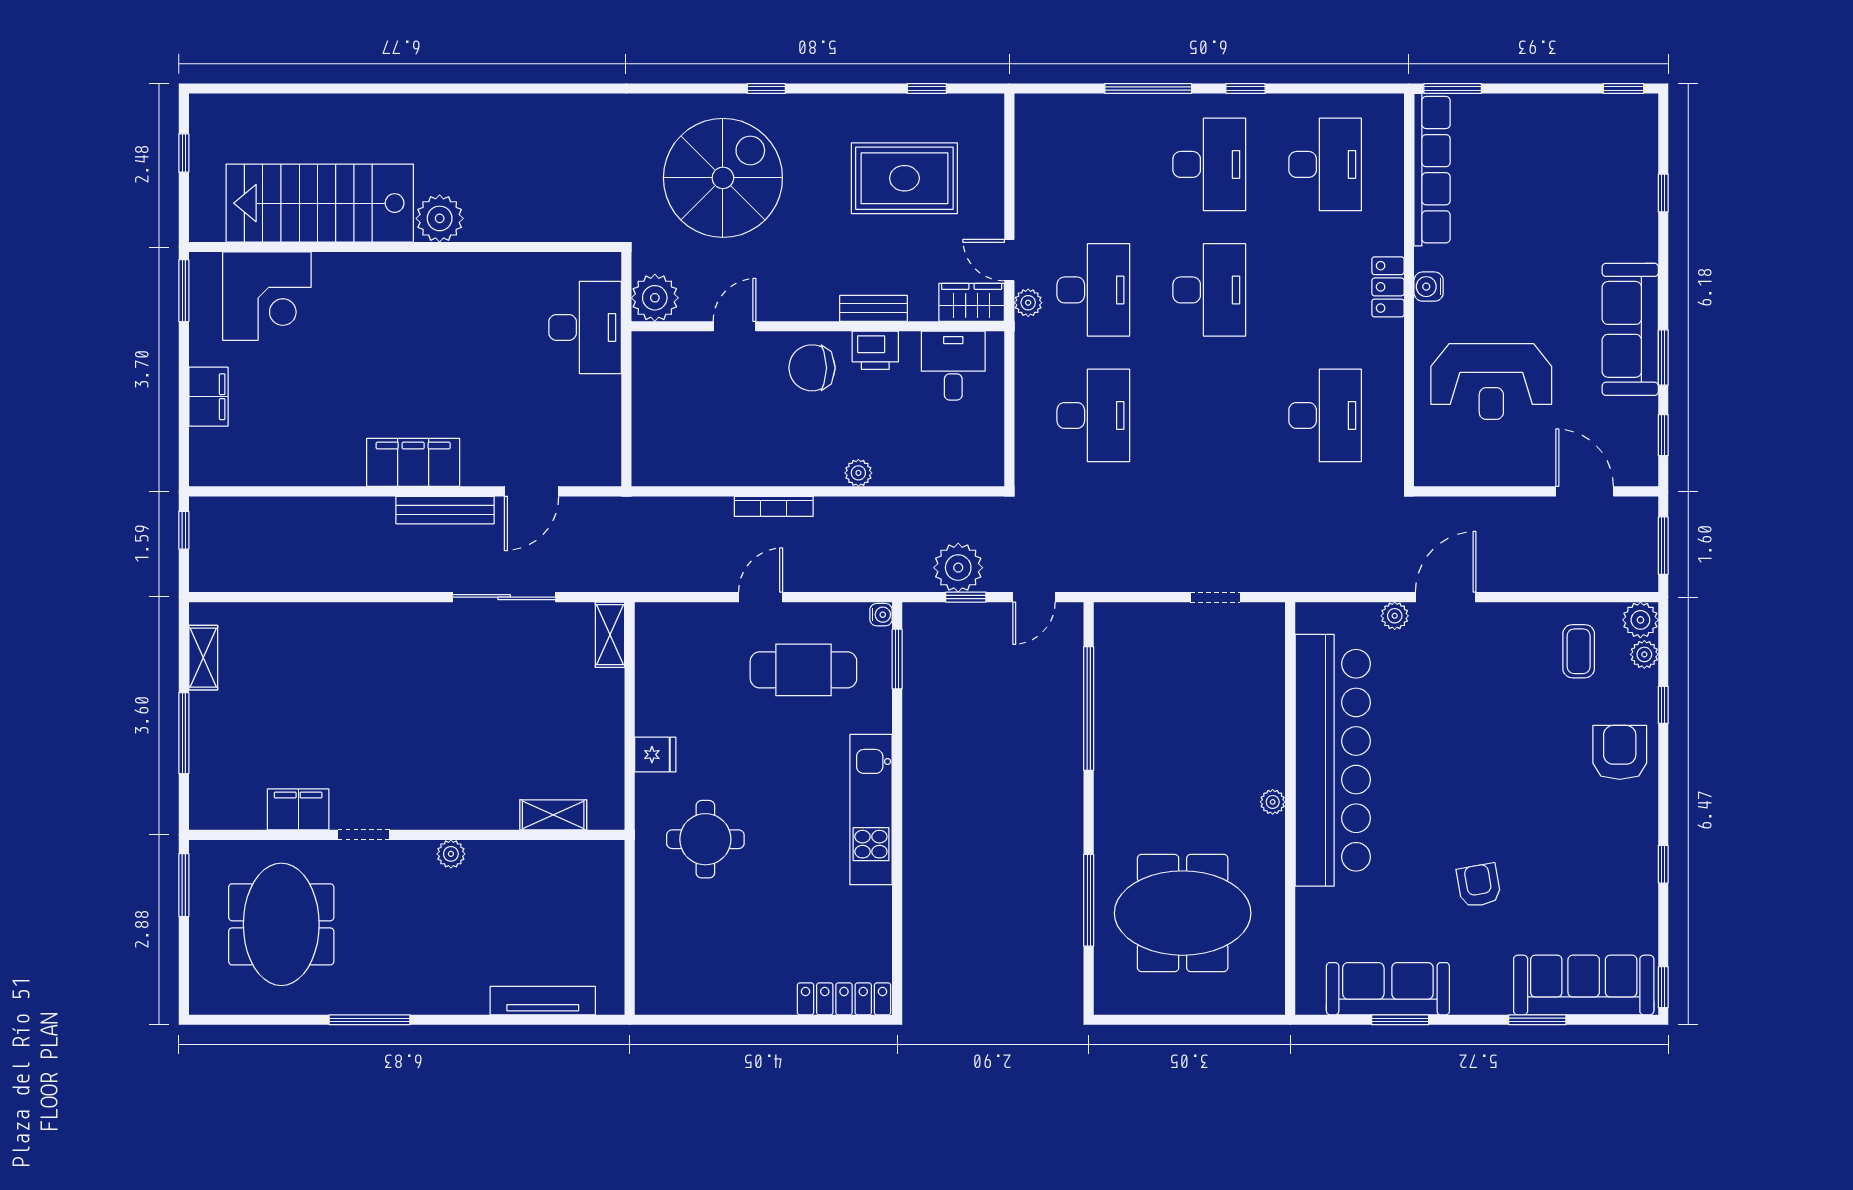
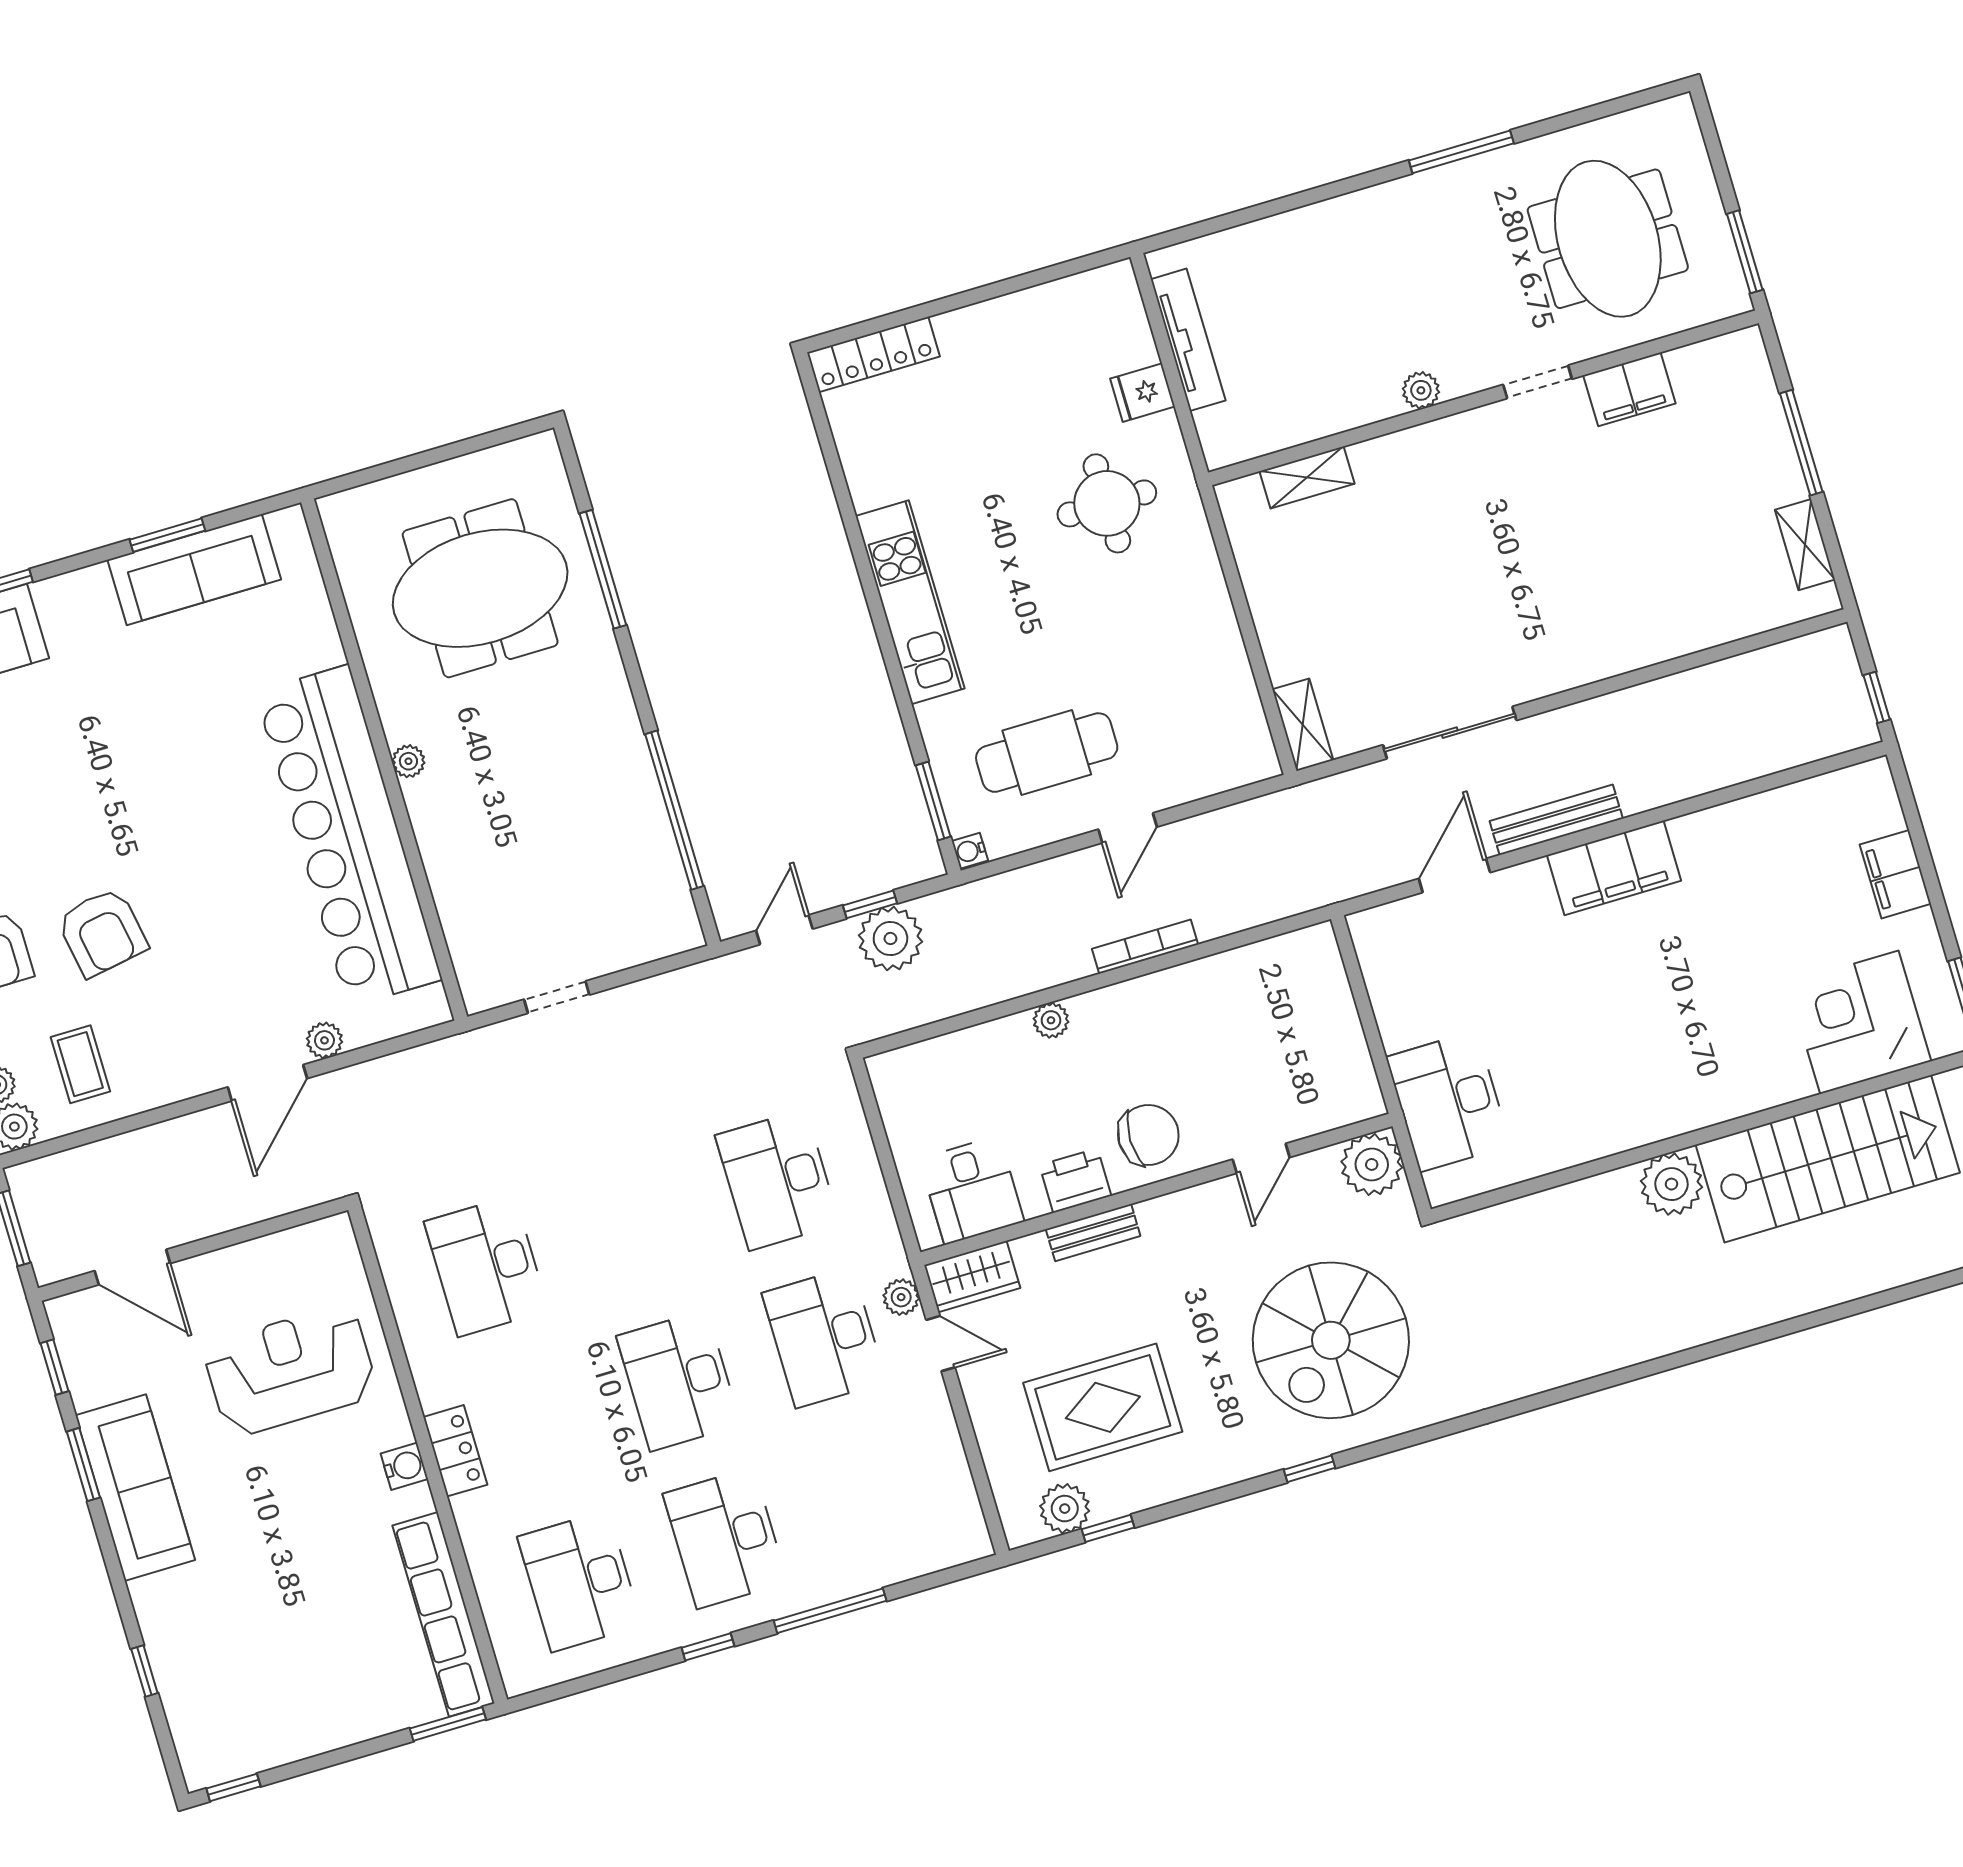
plant: (954, 112) -> (1065, 1509), added
fridge: (655, 755) -> (1142, 393), moved
armchair: (1479, 885) -> (102, 932), moved, width x1.38, depth x1.38
tv unit: (543, 1001) -> (1188, 340), moved, turned -90

